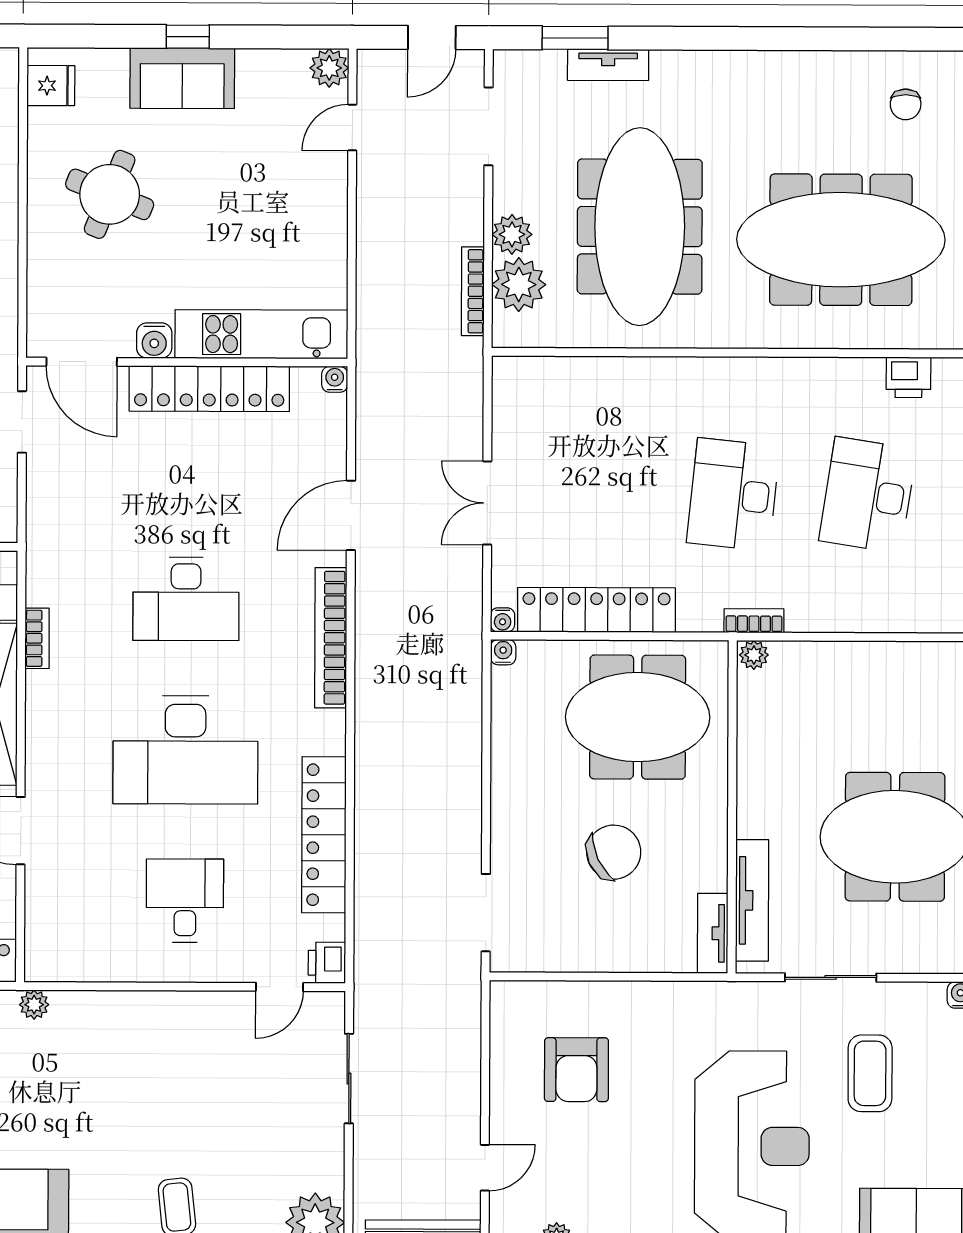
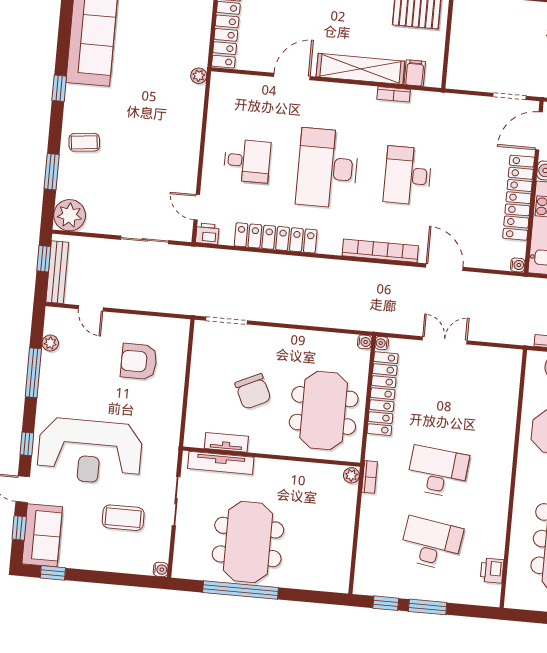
tv unit: (713, 933) -> (226, 442), moved

